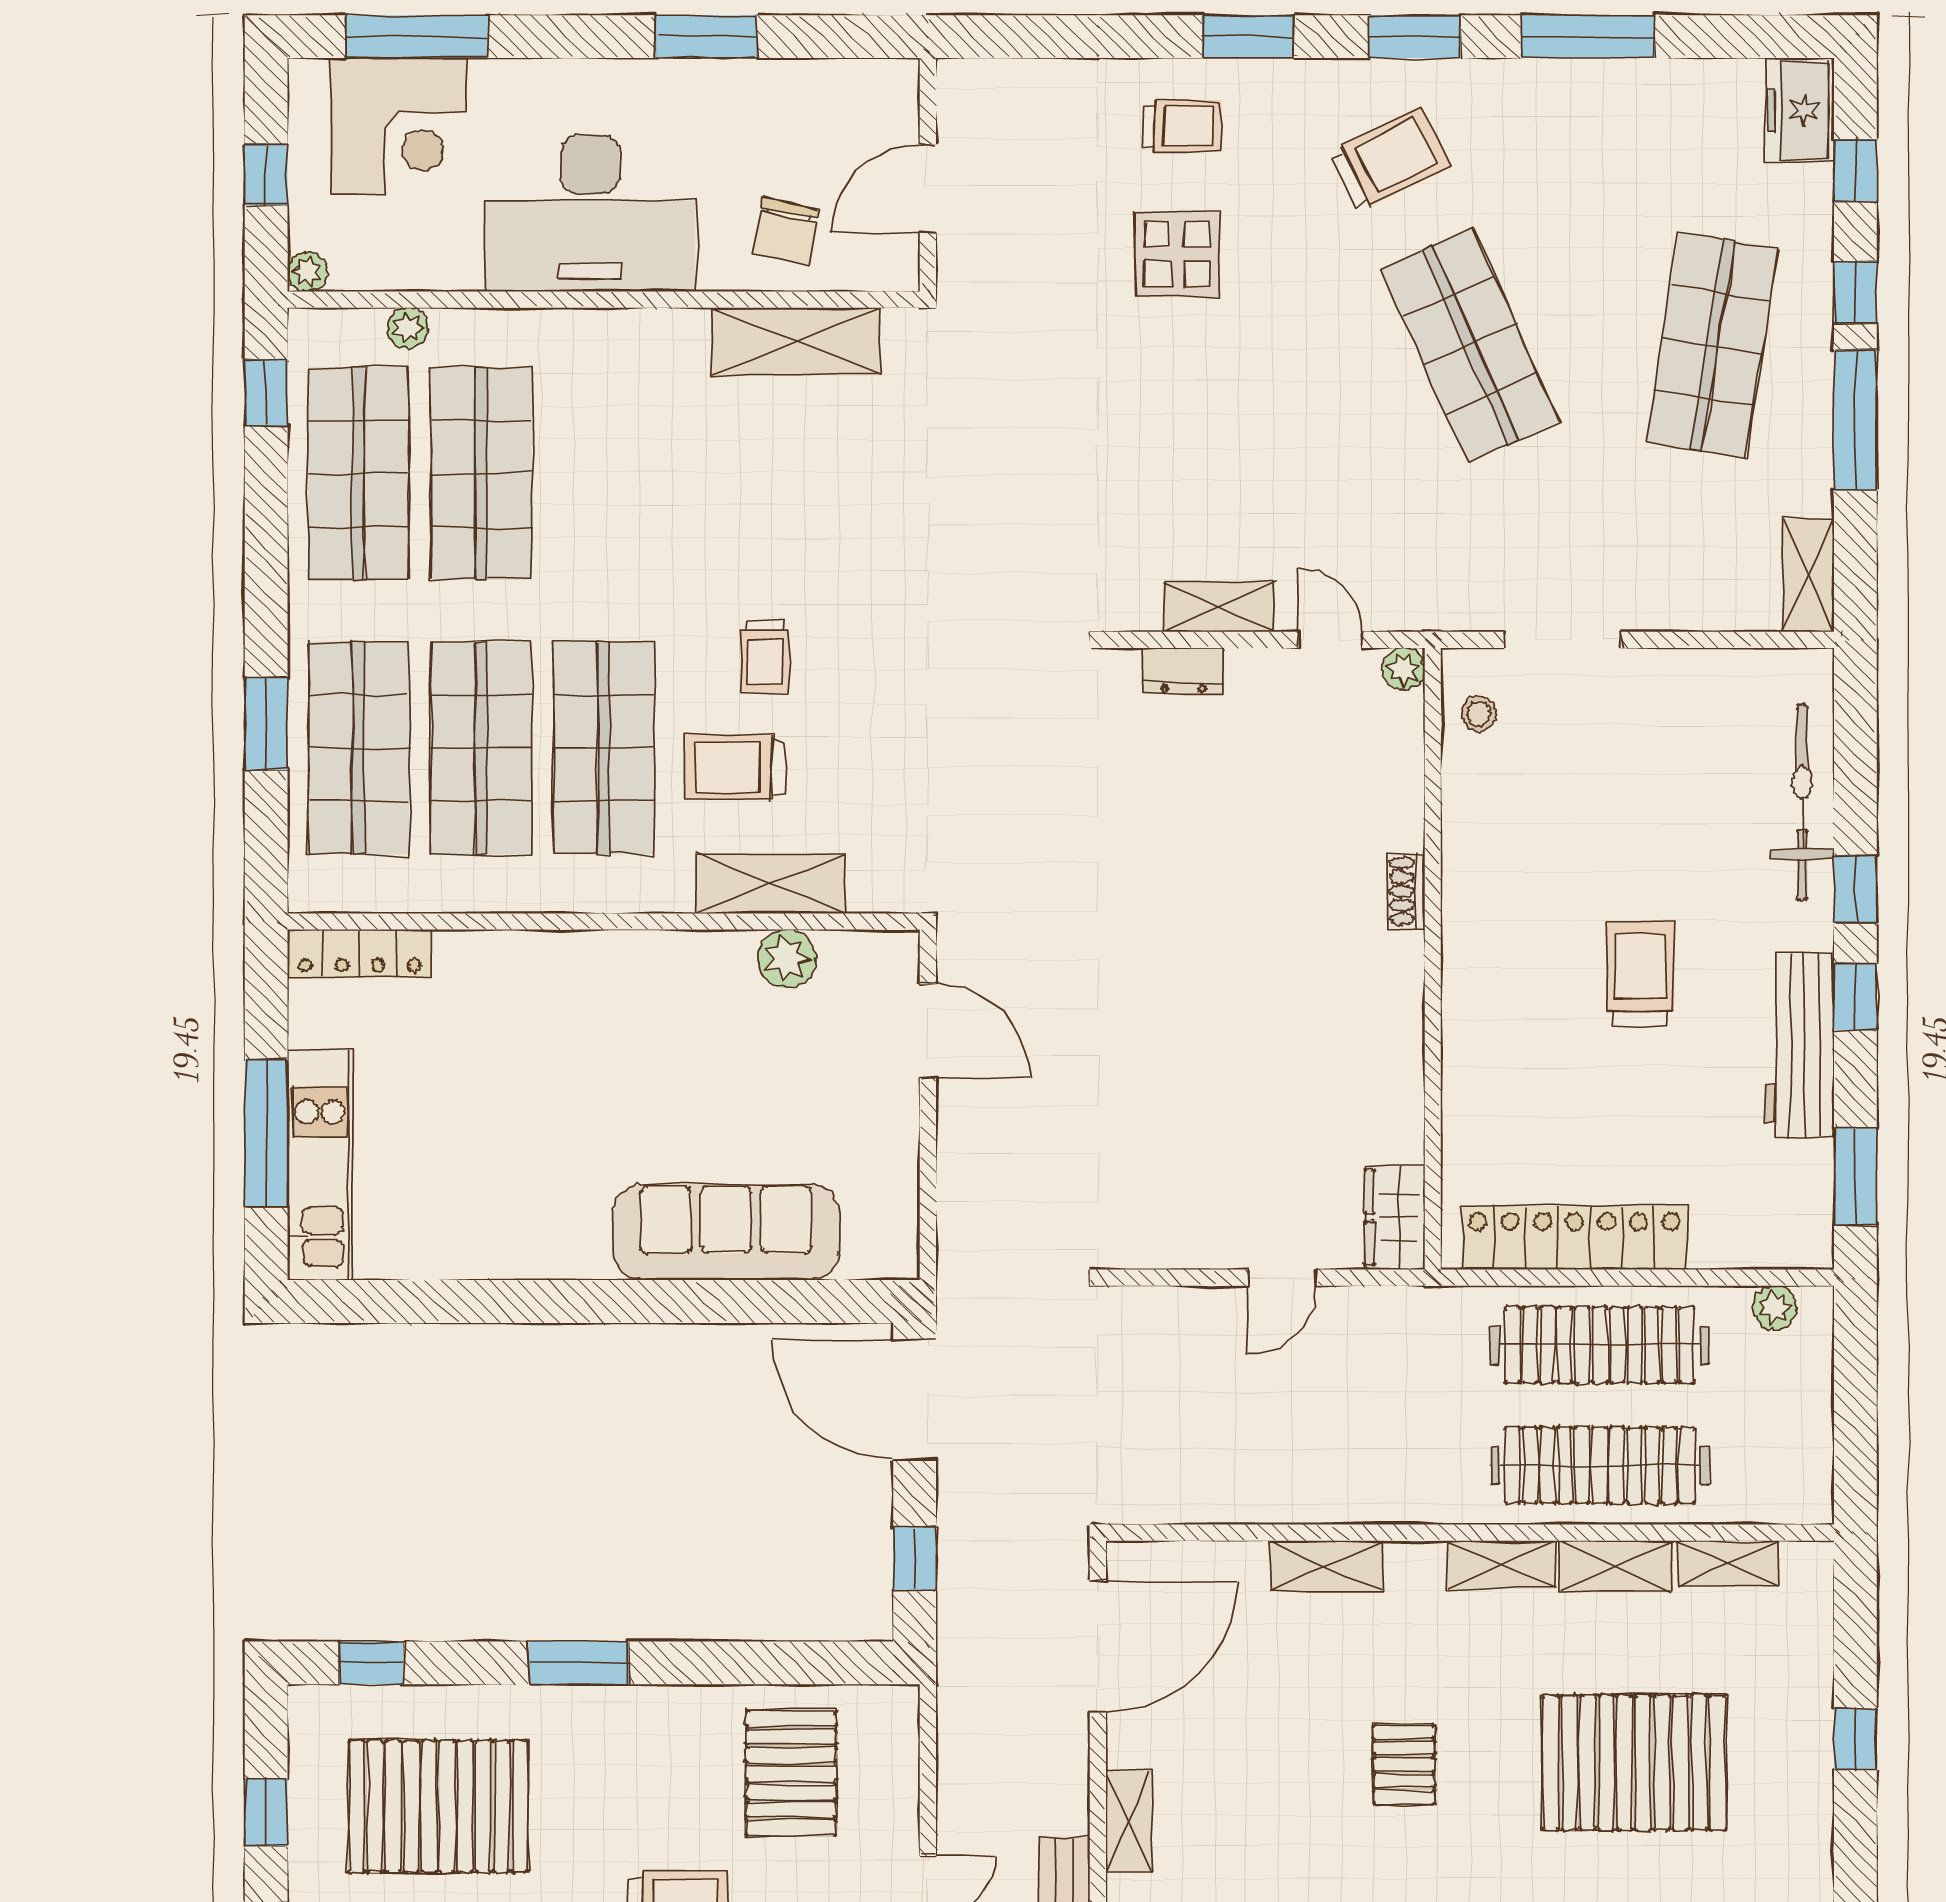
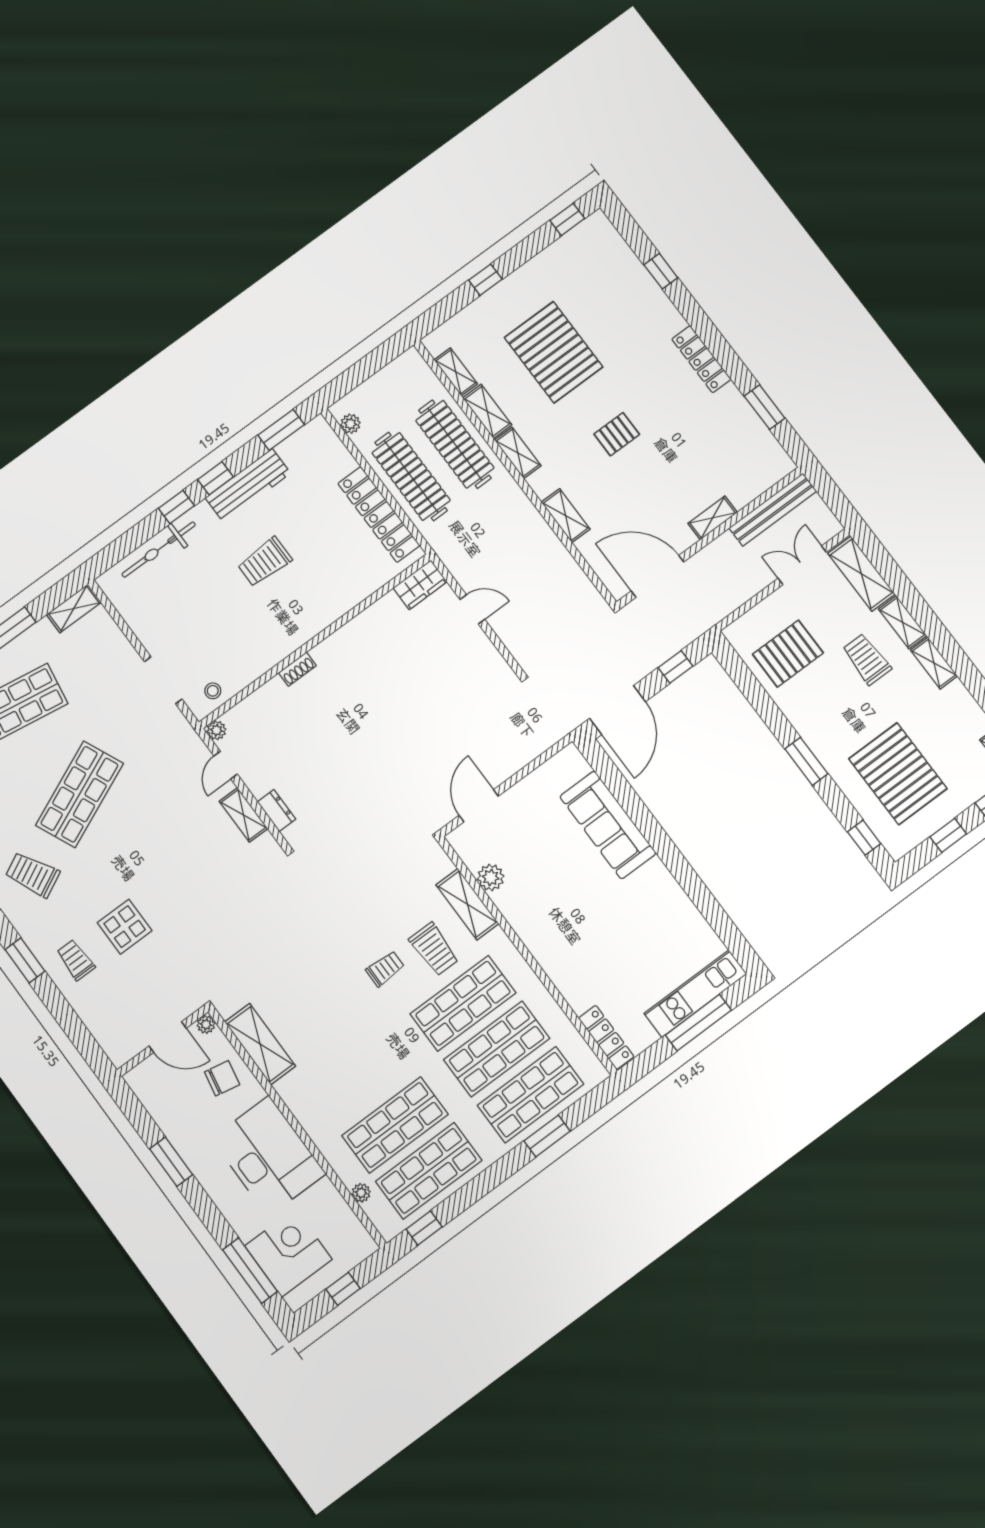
plant: (307, 272) -> (206, 1024), moved

